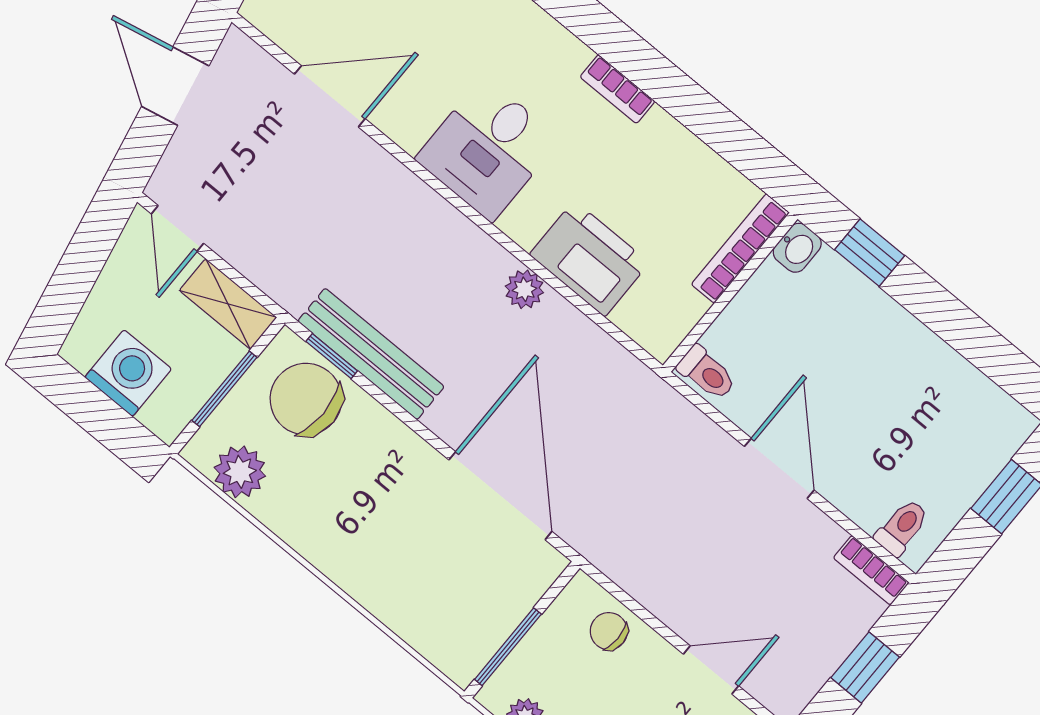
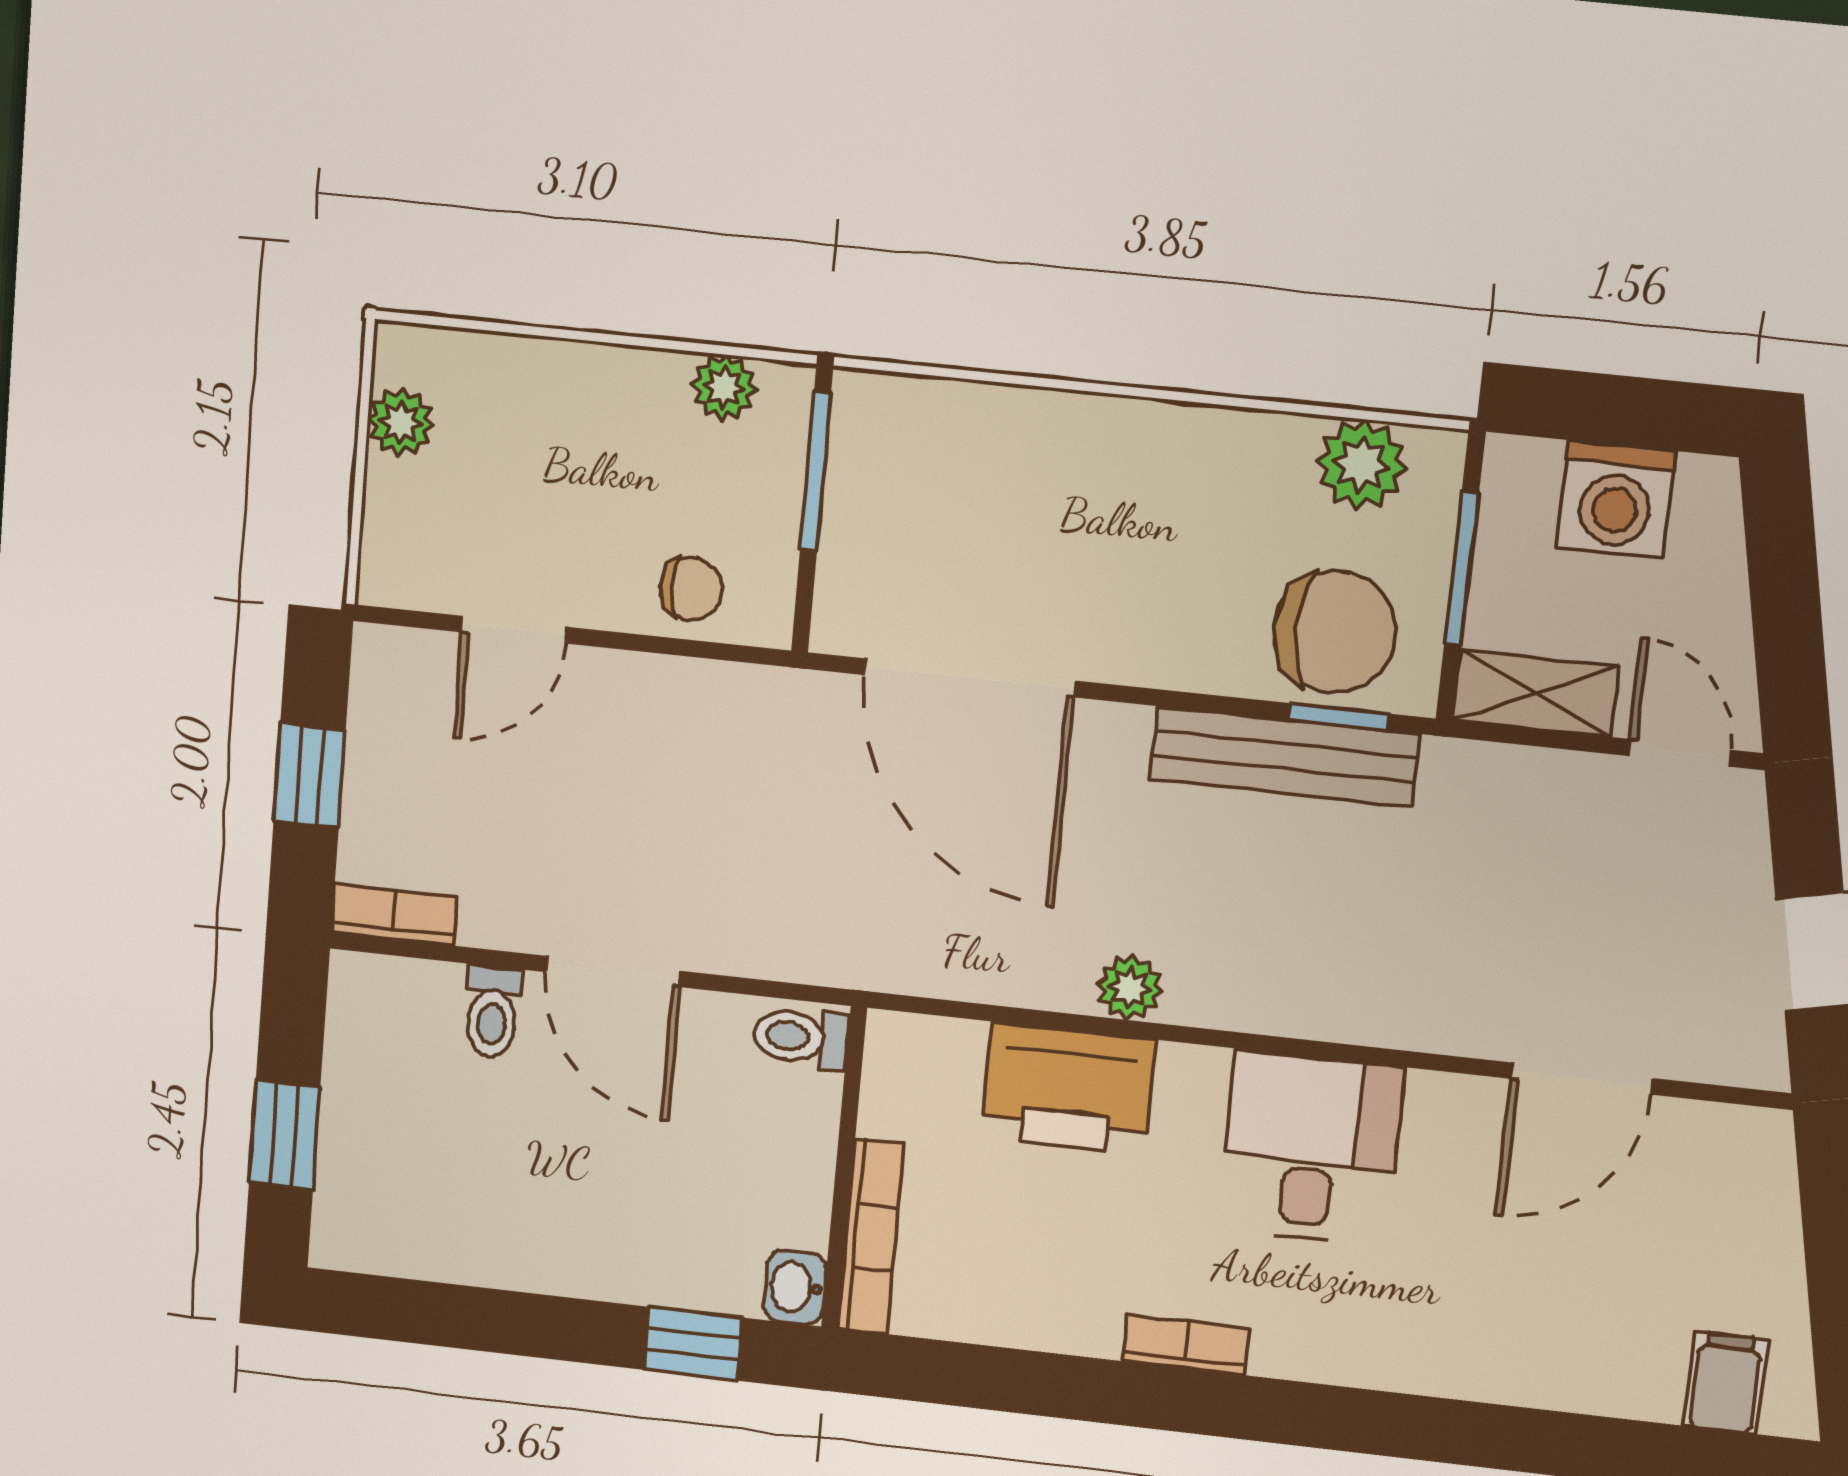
toilet: (902, 527) -> (492, 1012), moved

